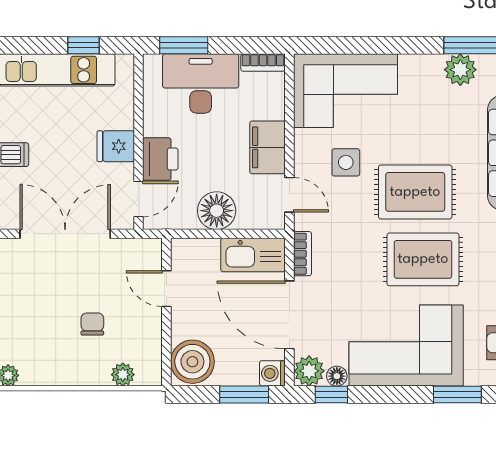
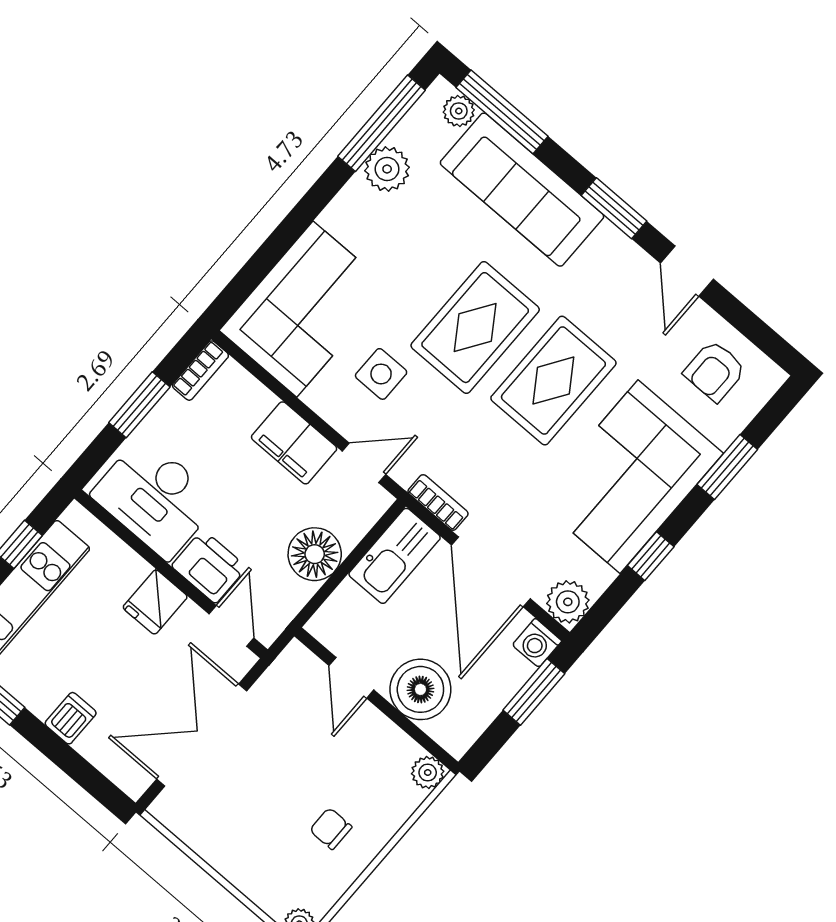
window: (184, 45) -> (139, 405), moved
desk: (201, 83) -> (155, 498), moved, turned -90
door: (166, 289) -> (351, 678), hinge flipped
door: (289, 315) -> (491, 572), hinge flipped
chair: (92, 324) -> (331, 829), moved
boiler: (192, 362) -> (420, 689), moved
plant: (123, 375) -> (428, 773), moved
floor lamp: (337, 376) -> (598, 577), removed
window: (331, 395) -> (651, 556), moved

